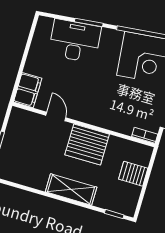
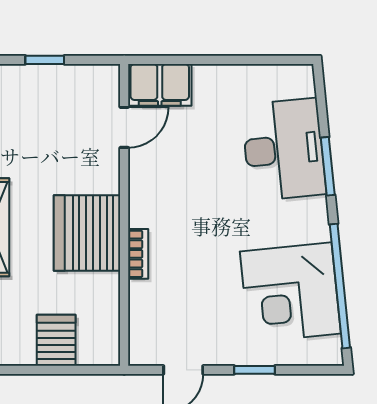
door: (56, 116) -> (124, 127), moved
bookcase: (145, 135) -> (138, 254), moved

